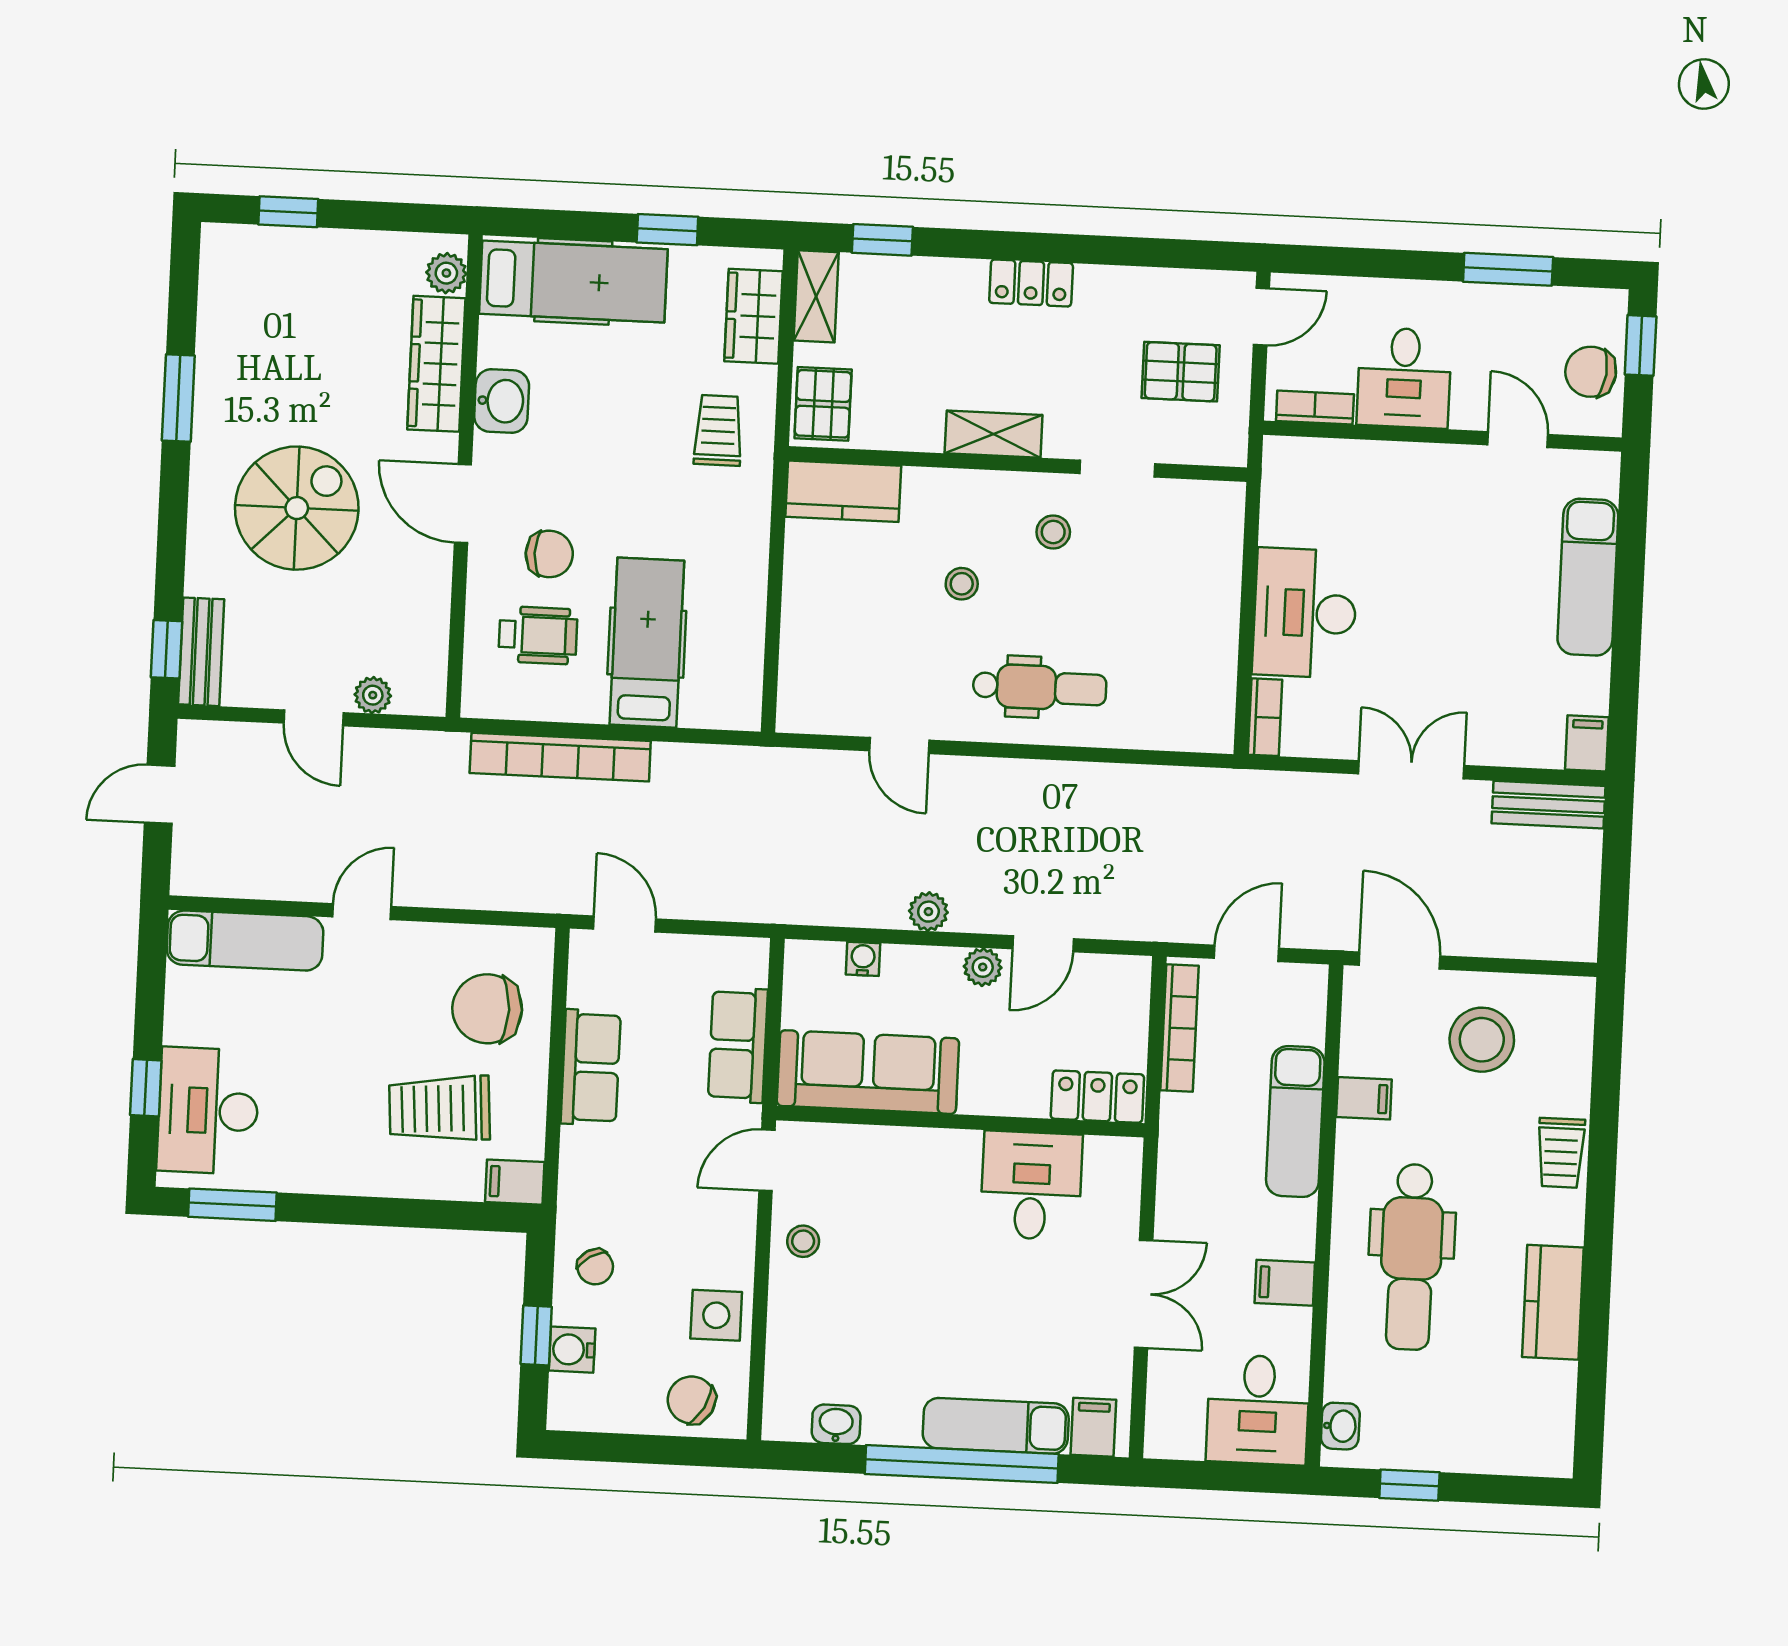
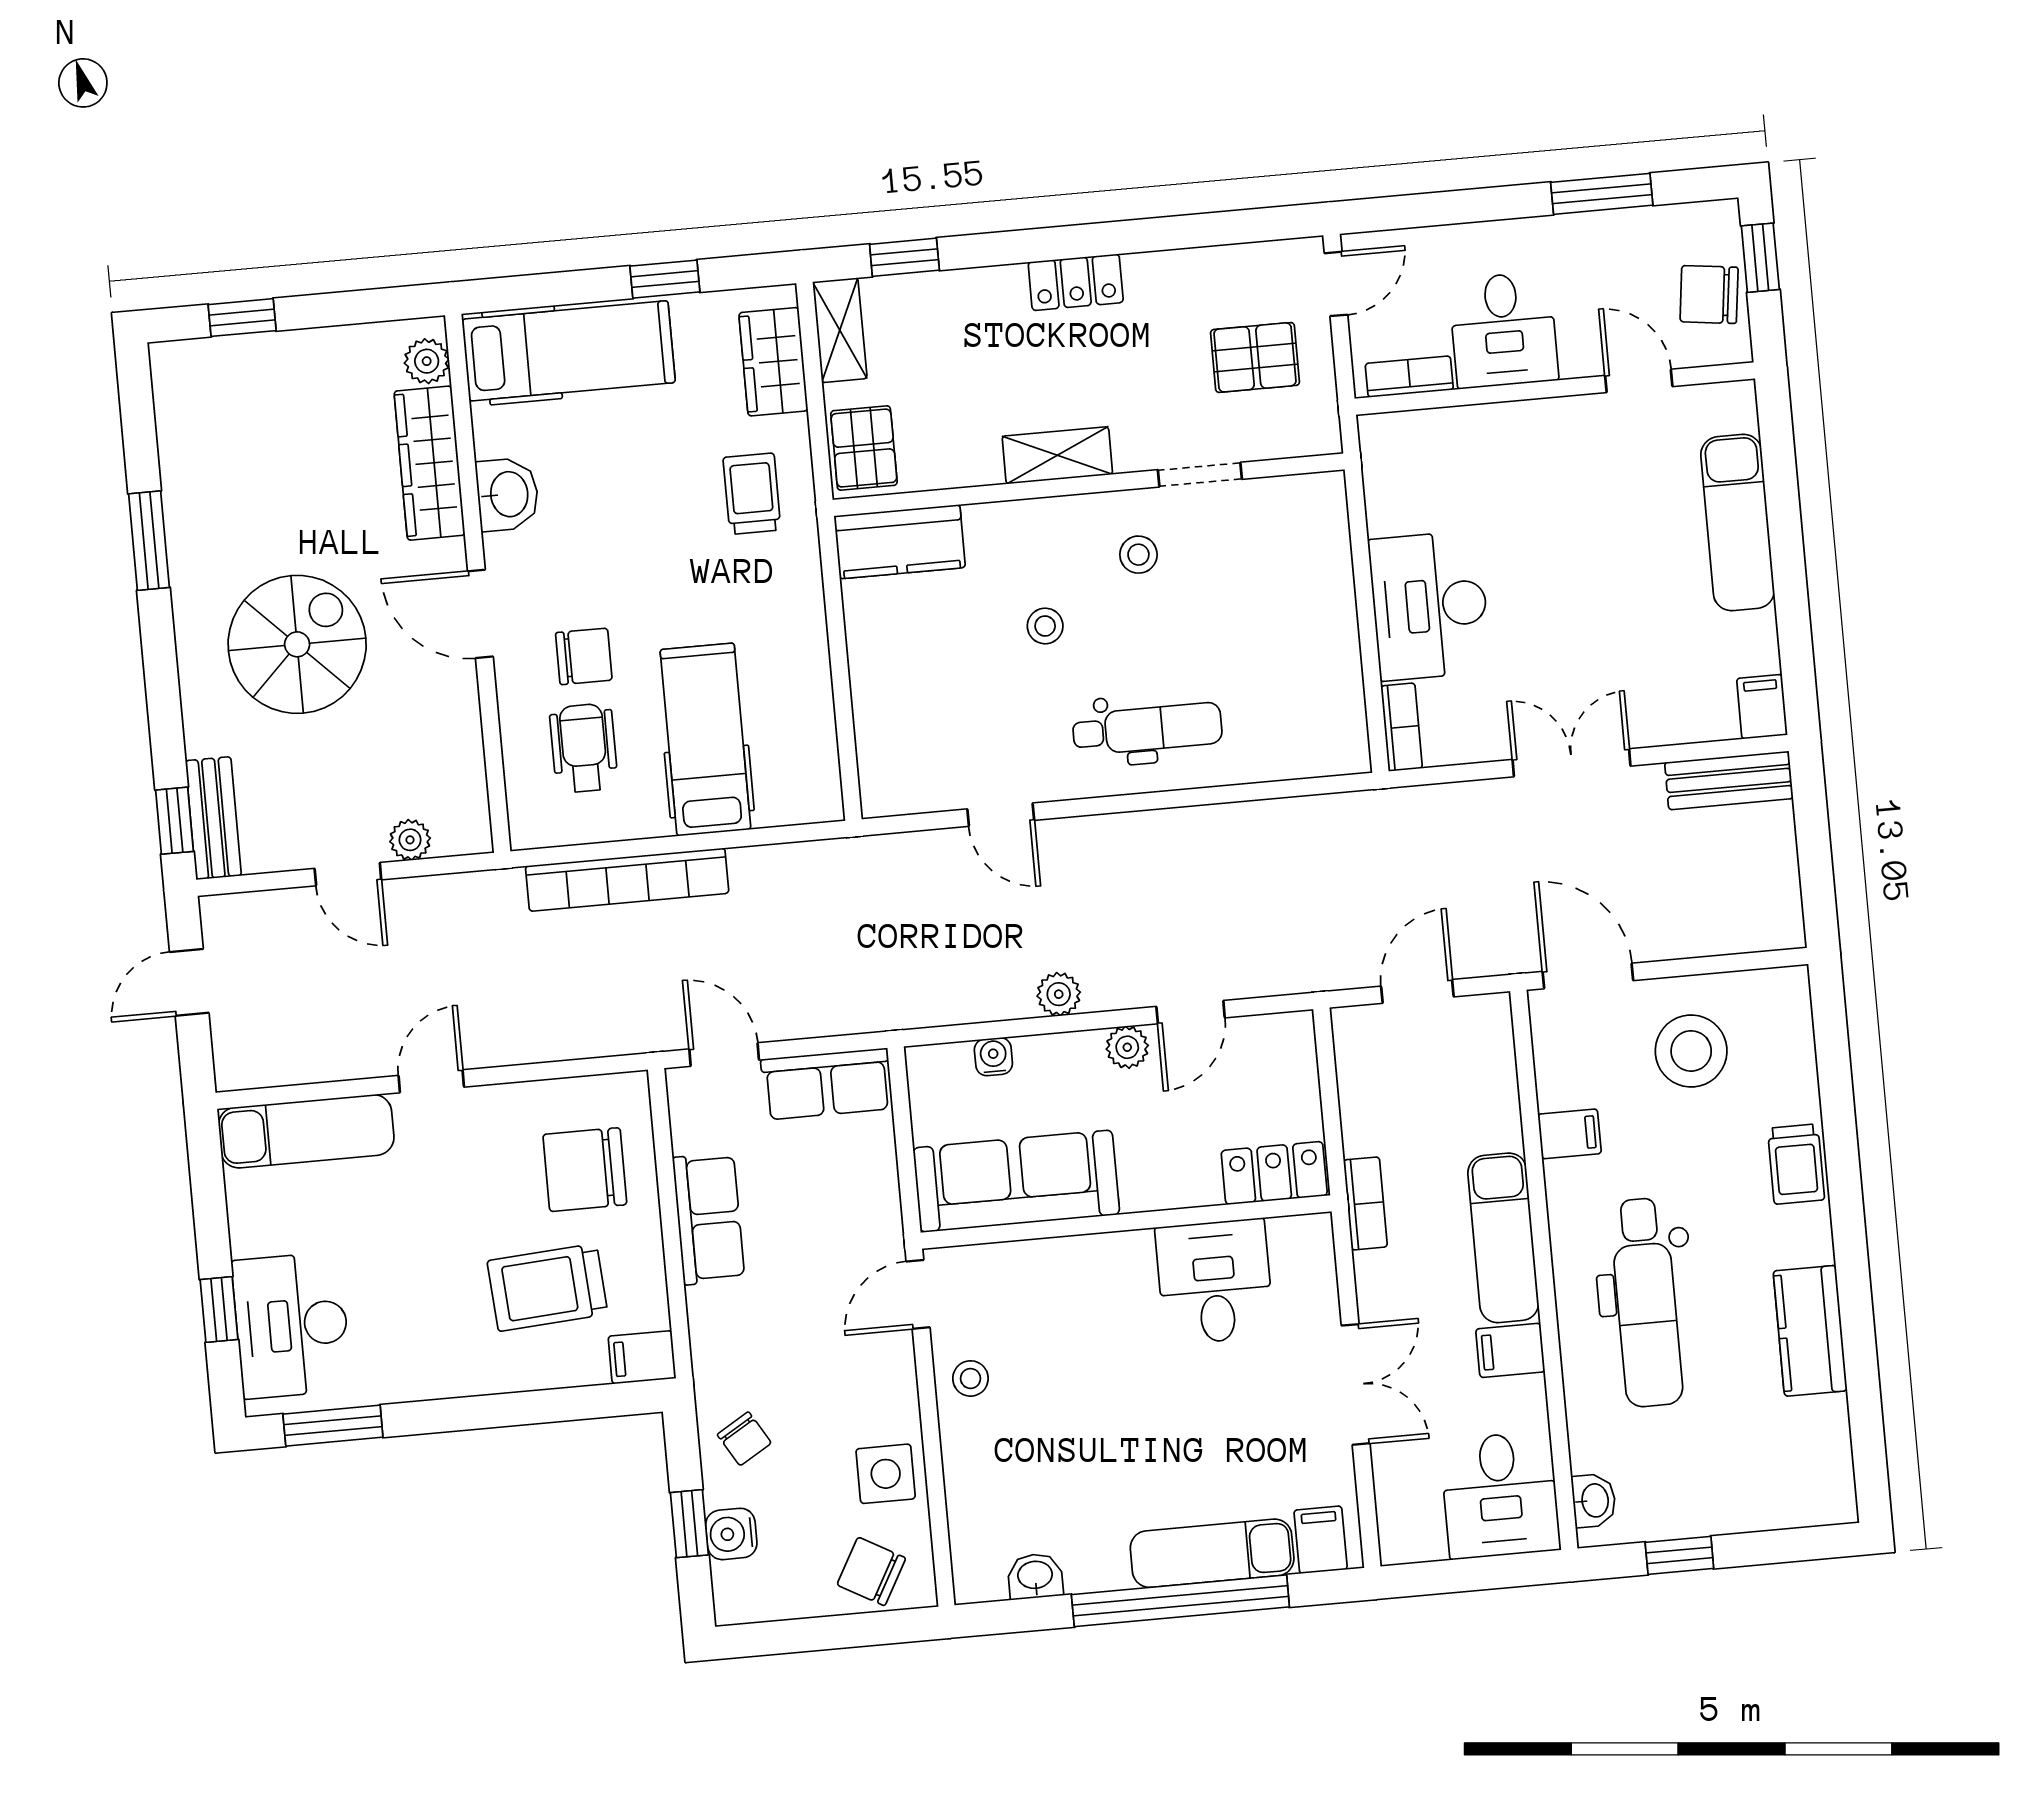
wheelchair: (538, 635) -> (584, 748), turned -90
bookcase: (1179, 1028) -> (1365, 1203), moved, width x0.64
row of seats: (738, 1045) -> (827, 1084), moved, turned -90
exam couch: (1295, 1122) -> (1503, 1238), moved

